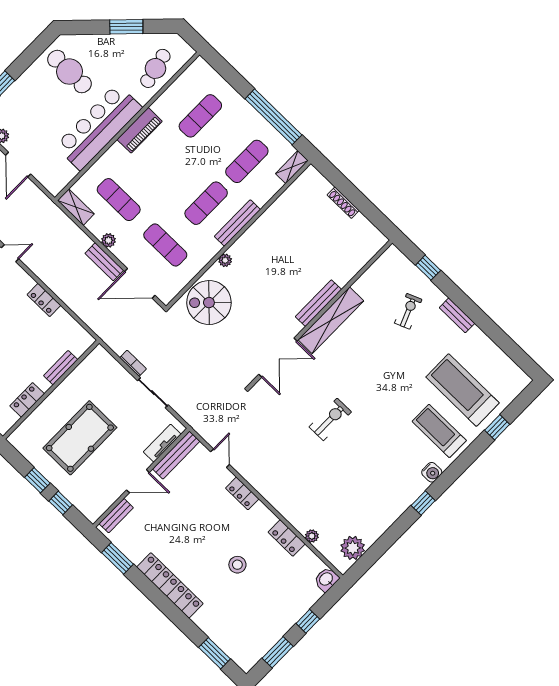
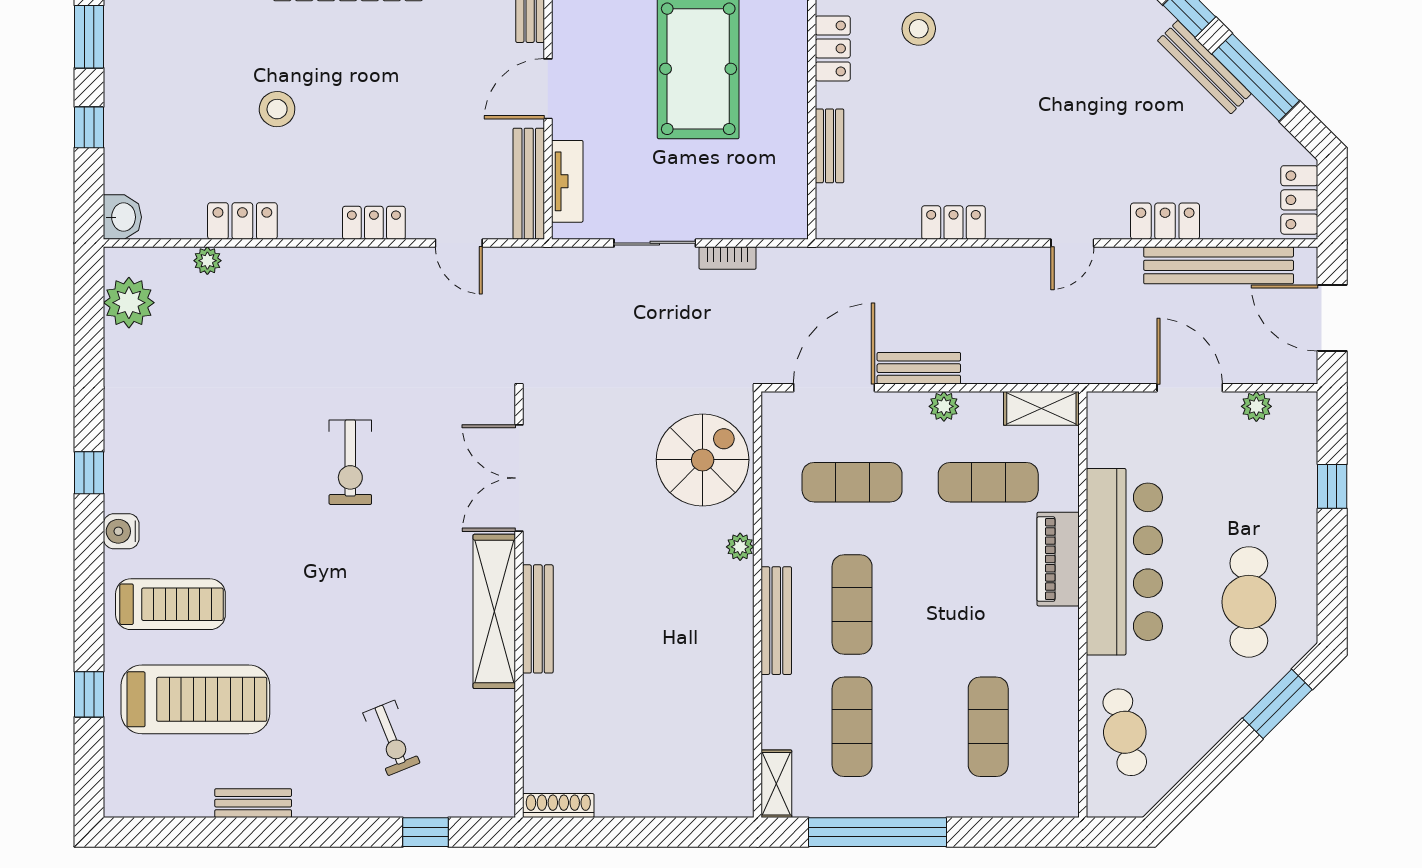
window: (126, 27) -> (1277, 704), moved
cafe table: (69, 72) -> (1249, 602), turned 90
piano: (140, 130) -> (1058, 559), moved
shoe rack: (343, 203) -> (558, 806), moved
bench: (457, 315) -> (253, 803), moved

